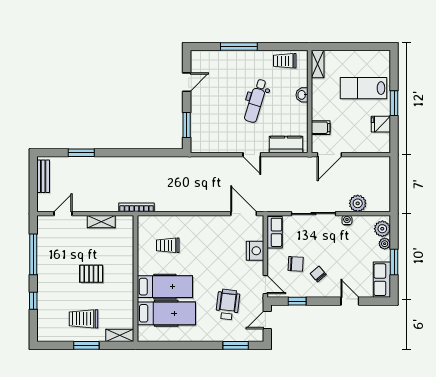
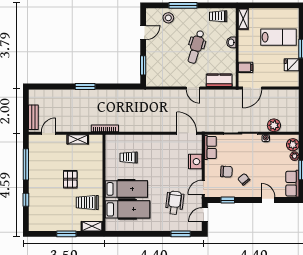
stool: (220, 63) -> (168, 18), added
lab bench: (364, 88) -> (278, 37), turned 180
window: (81, 153) -> (85, 87), moved
bench: (43, 176) -> (33, 117), moved
pallet: (91, 274) -> (70, 179), turned 90
door: (265, 285) -> (203, 187), swing flipped
trolley: (83, 319) -> (87, 203), moved

